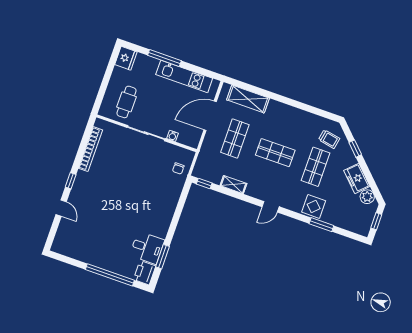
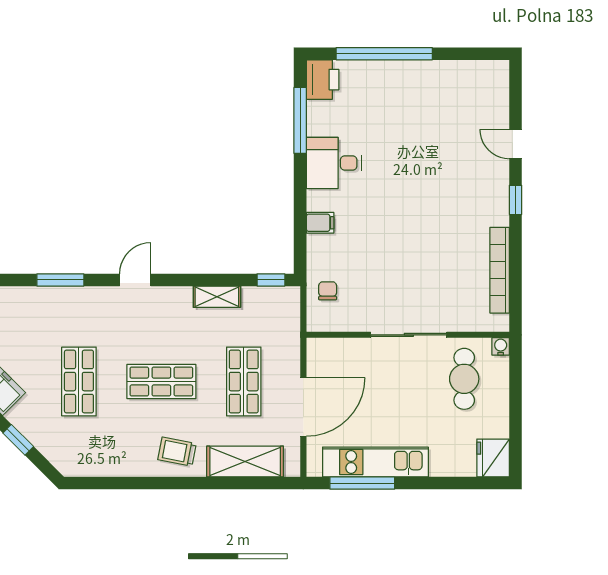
window: (164, 58) -> (362, 483), moved
water cooler: (173, 136) -> (501, 346), moved
trolley: (329, 139) -> (177, 452), moved
filing cabinet: (170, 203) -> (320, 223), added
display table: (314, 206) -> (57, 308), removed
window: (321, 225) -> (60, 280), moved
desk: (147, 248) -> (334, 163), moved
window: (163, 257) -> (300, 120), width x1.44

